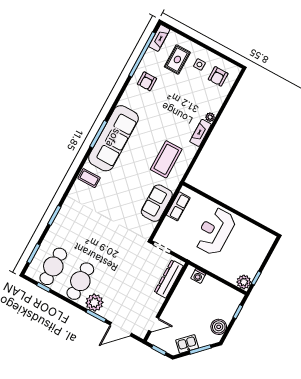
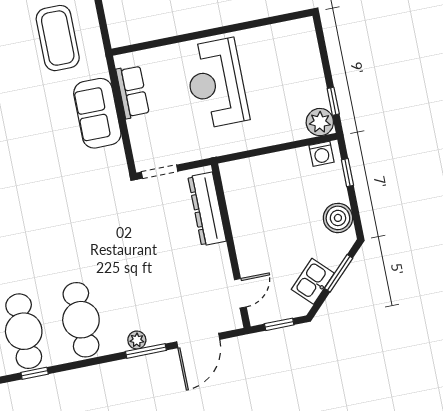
washing machine: (198, 276) -> (322, 154), moved
plant: (94, 303) -> (137, 340), width x0.53, depth x0.53

